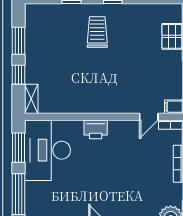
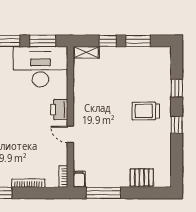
trolley: (97, 32) -> (146, 111), turned 180
door: (149, 117) -> (70, 134), moved

